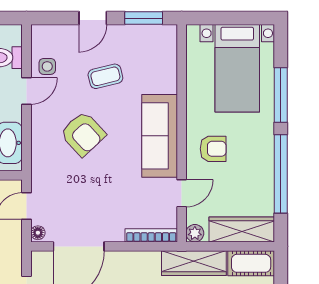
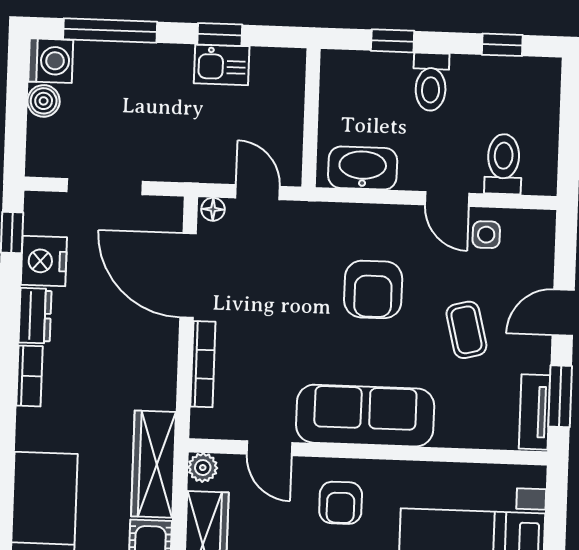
door: (93, 18) -> (563, 313), hinge flipped
tv unit: (154, 33) -> (535, 412), added
armchair: (83, 134) -> (373, 289), turned -47
bookcase: (151, 235) -> (203, 364), moved

